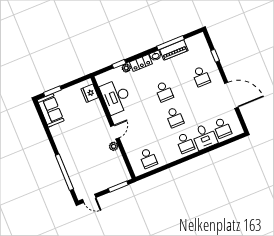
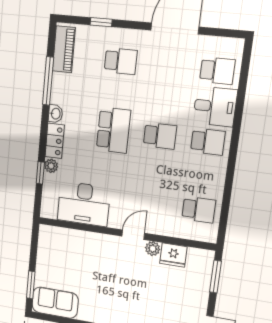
piano: (174, 50) -> (64, 49), moved
school desk: (164, 92) -> (113, 130), width x1.85
fridge: (90, 93) -> (173, 255), moved
door: (115, 132) -> (133, 235), hinge flipped

